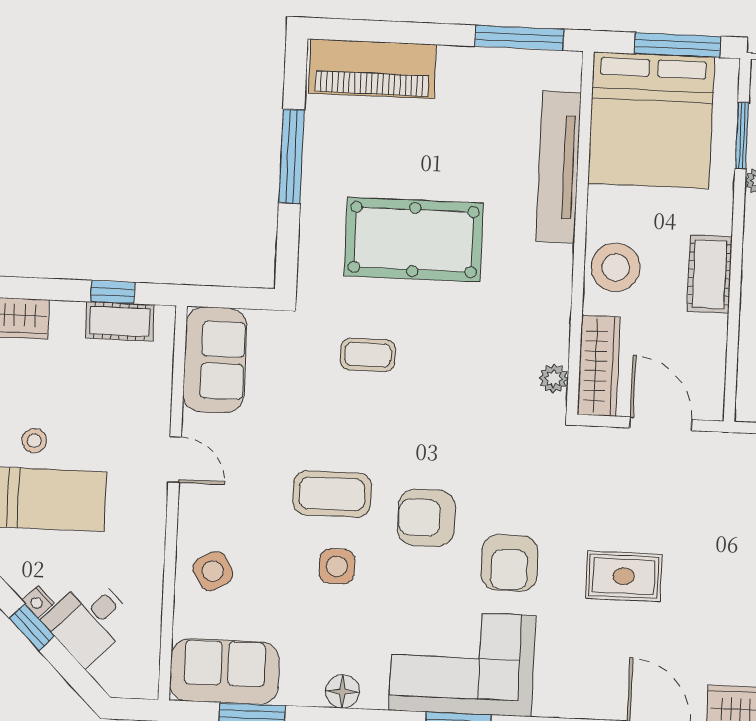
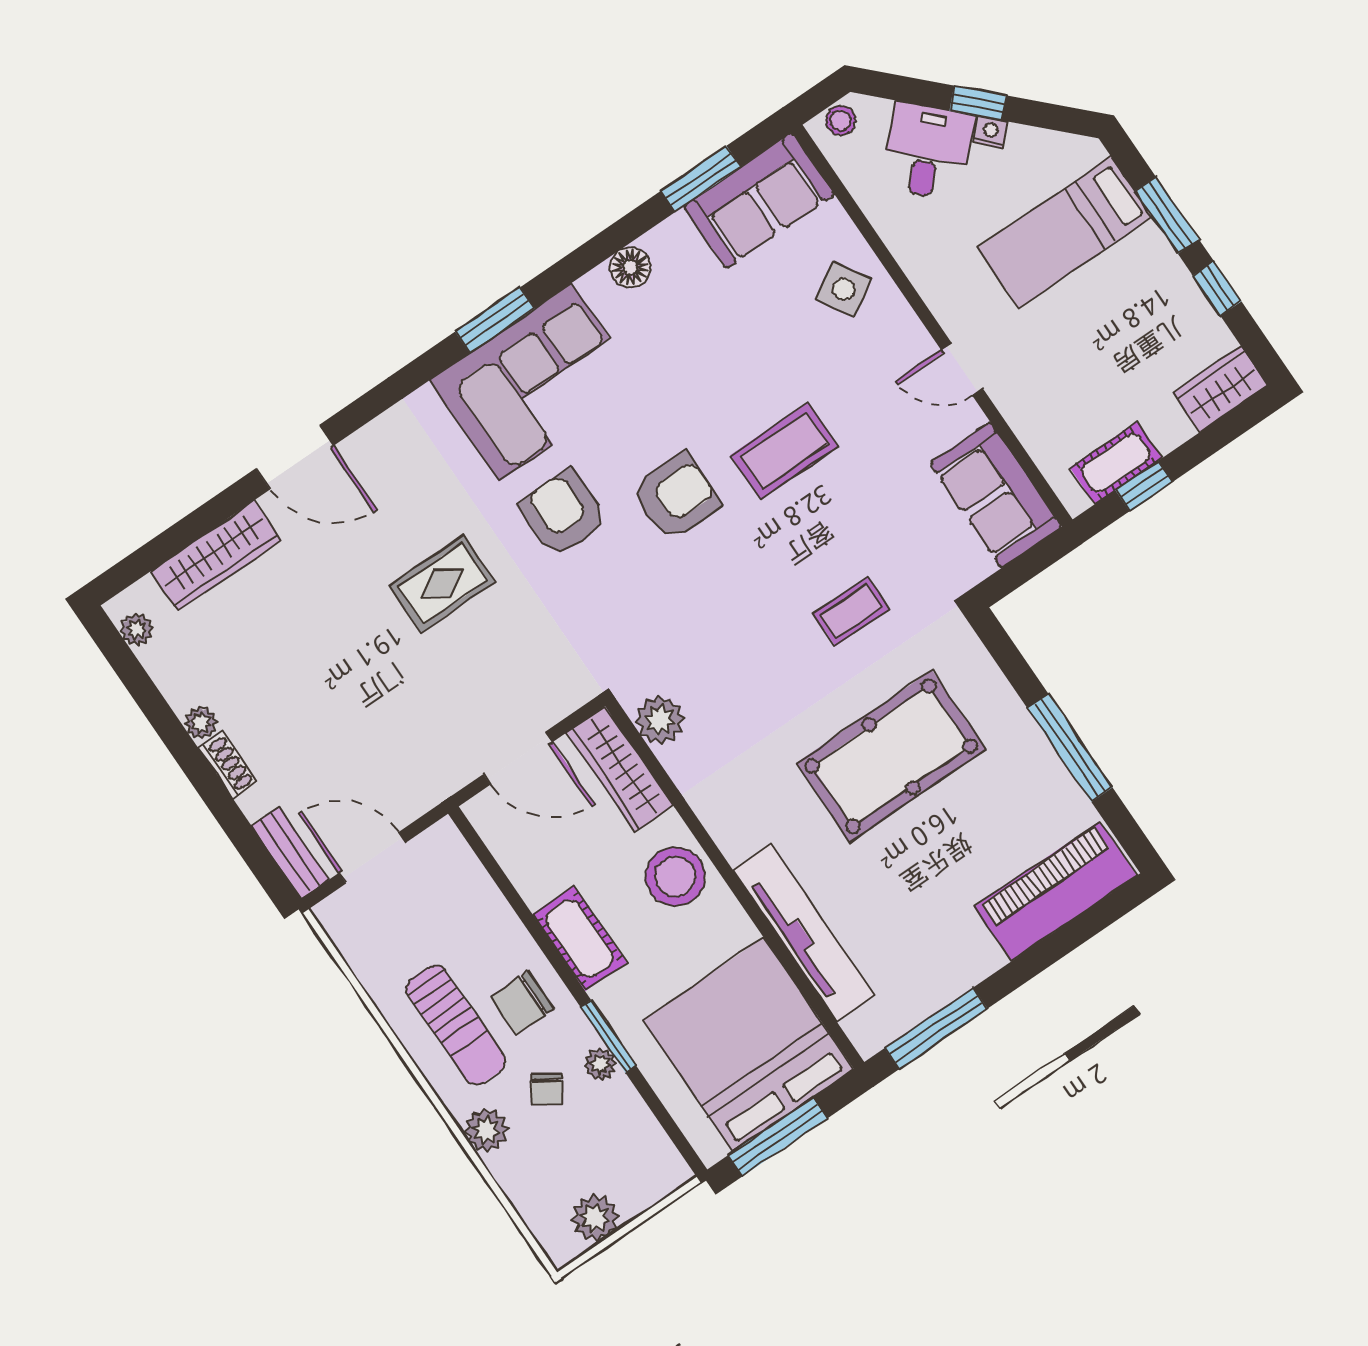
window: (742, 136) -> (608, 1036), moved
plant: (554, 378) -> (660, 720), width x1.38, depth x1.38
stool: (34, 441) -> (841, 121), moved
side table: (337, 566) -> (727, 384), removed

